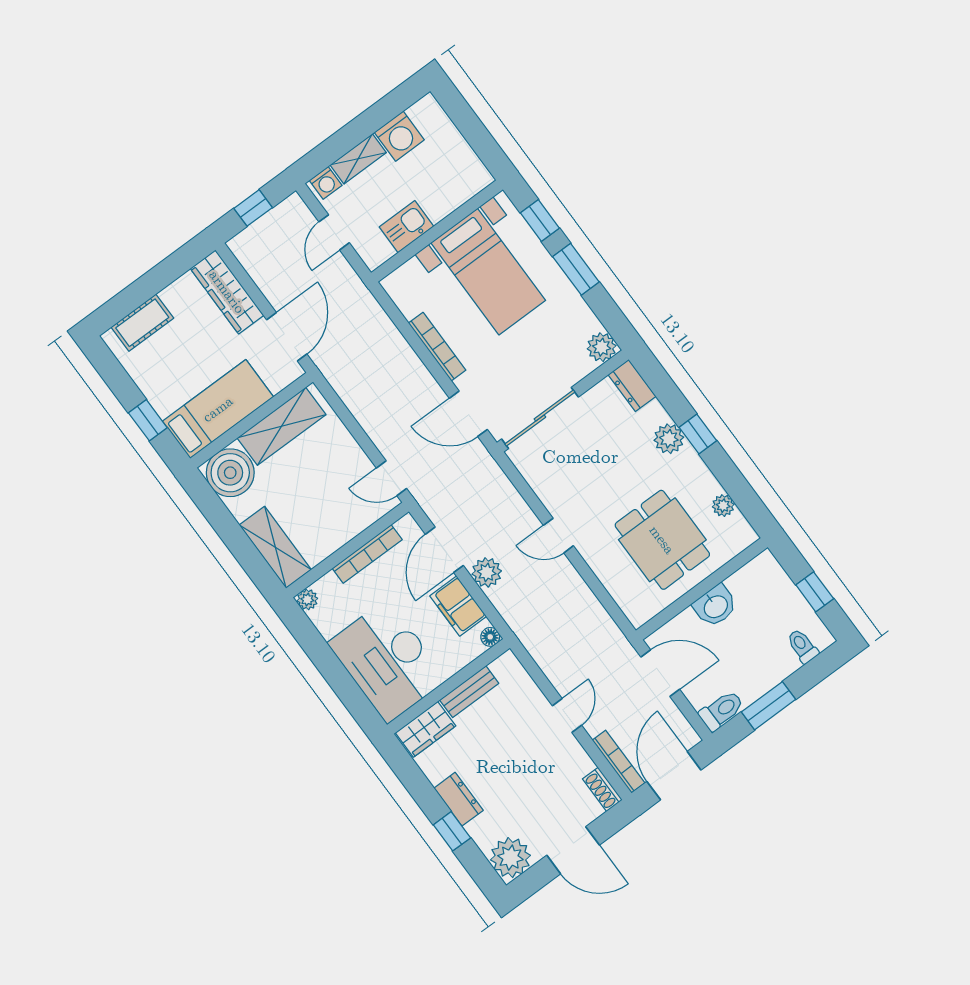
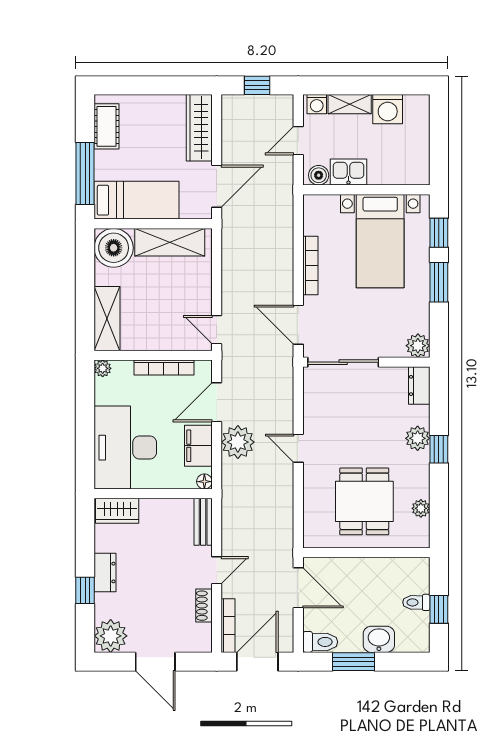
boiler: (379, 252) -> (319, 175), added
cot: (142, 323) -> (106, 126), moved, turned 90
window: (148, 420) -> (85, 173), width x2.17
plant: (487, 572) -> (238, 442), width x1.36, depth x1.36
washbasin: (715, 606) -> (379, 639), moved, turned 180
toilet: (802, 646) -> (416, 602), moved, turned -90
bench: (469, 692) -> (203, 522), moved, turned 90
shoe rack: (602, 789) -> (204, 606), moved

